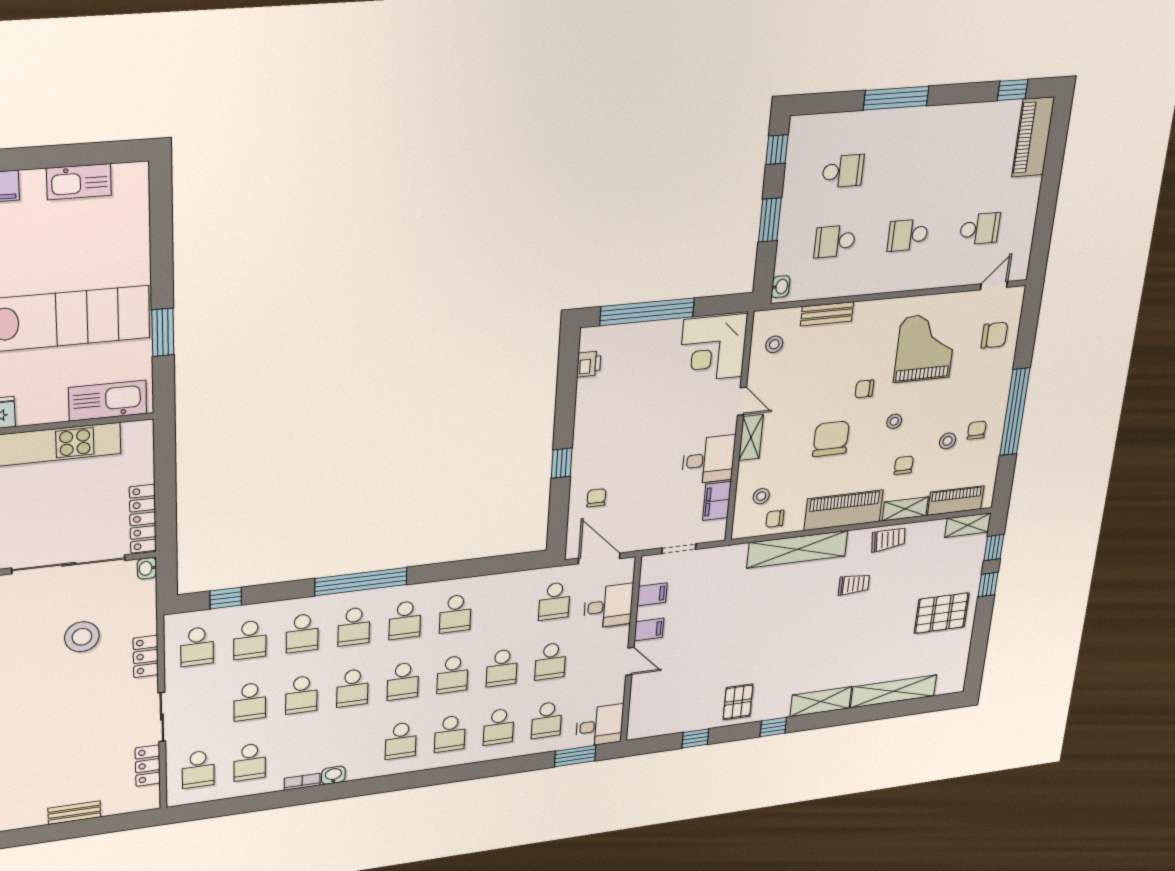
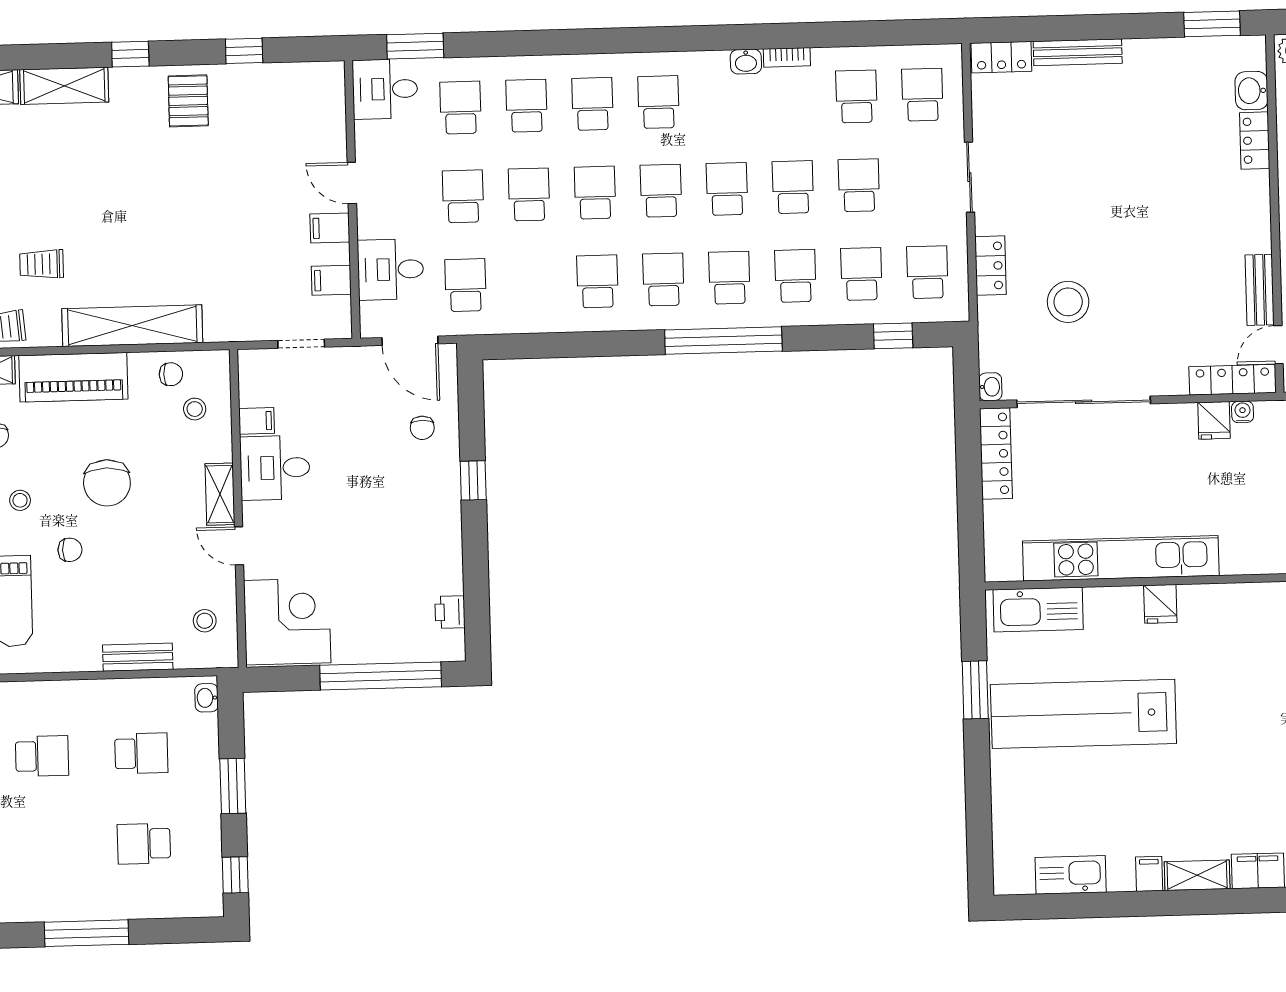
filing cabinet: (717, 501) -> (257, 421), width x0.50
locker: (148, 766) -> (1001, 57), moved, turned 90
bench: (74, 813) -> (1078, 52), width x1.36

